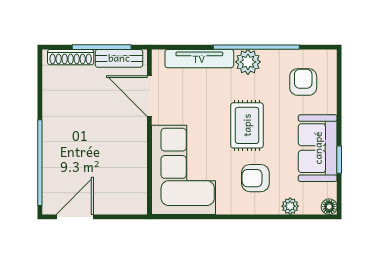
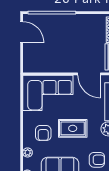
door: (149, 96) -> (89, 74), swing flipped
armchair: (255, 178) -> (43, 133), turned 180

